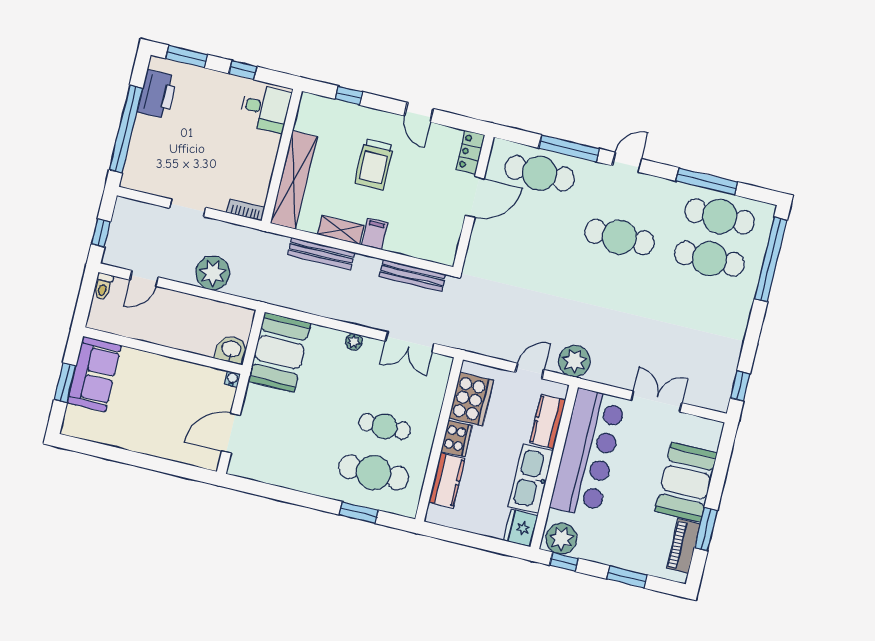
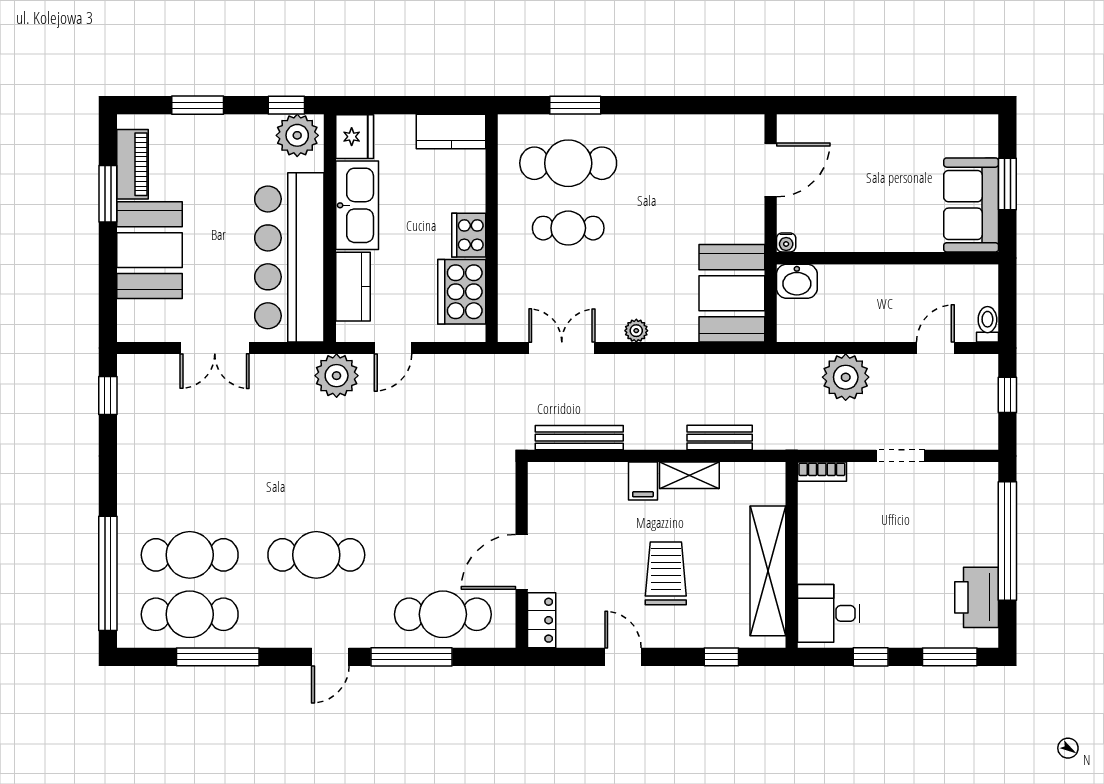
shelving: (294, 180) -> (768, 571), moved
bench: (321, 254) -> (720, 438), width x0.73
kitchen counter: (447, 480) -> (451, 131), moved, turned -90

